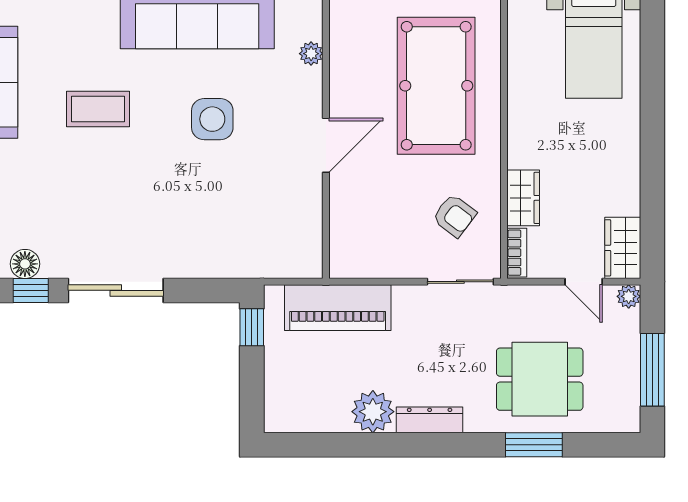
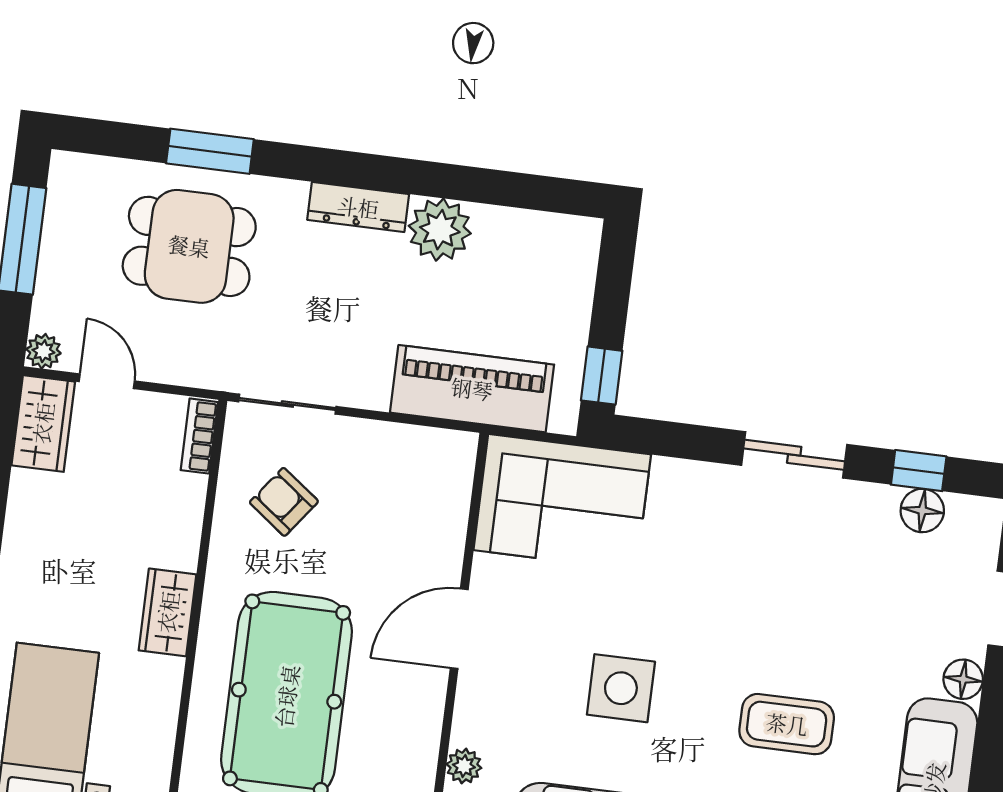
wardrobe: (523, 198) -> (168, 612), moved
corner sofa: (267, 239) -> (562, 502), added
sliding door: (116, 290) -> (794, 455), width x0.73

